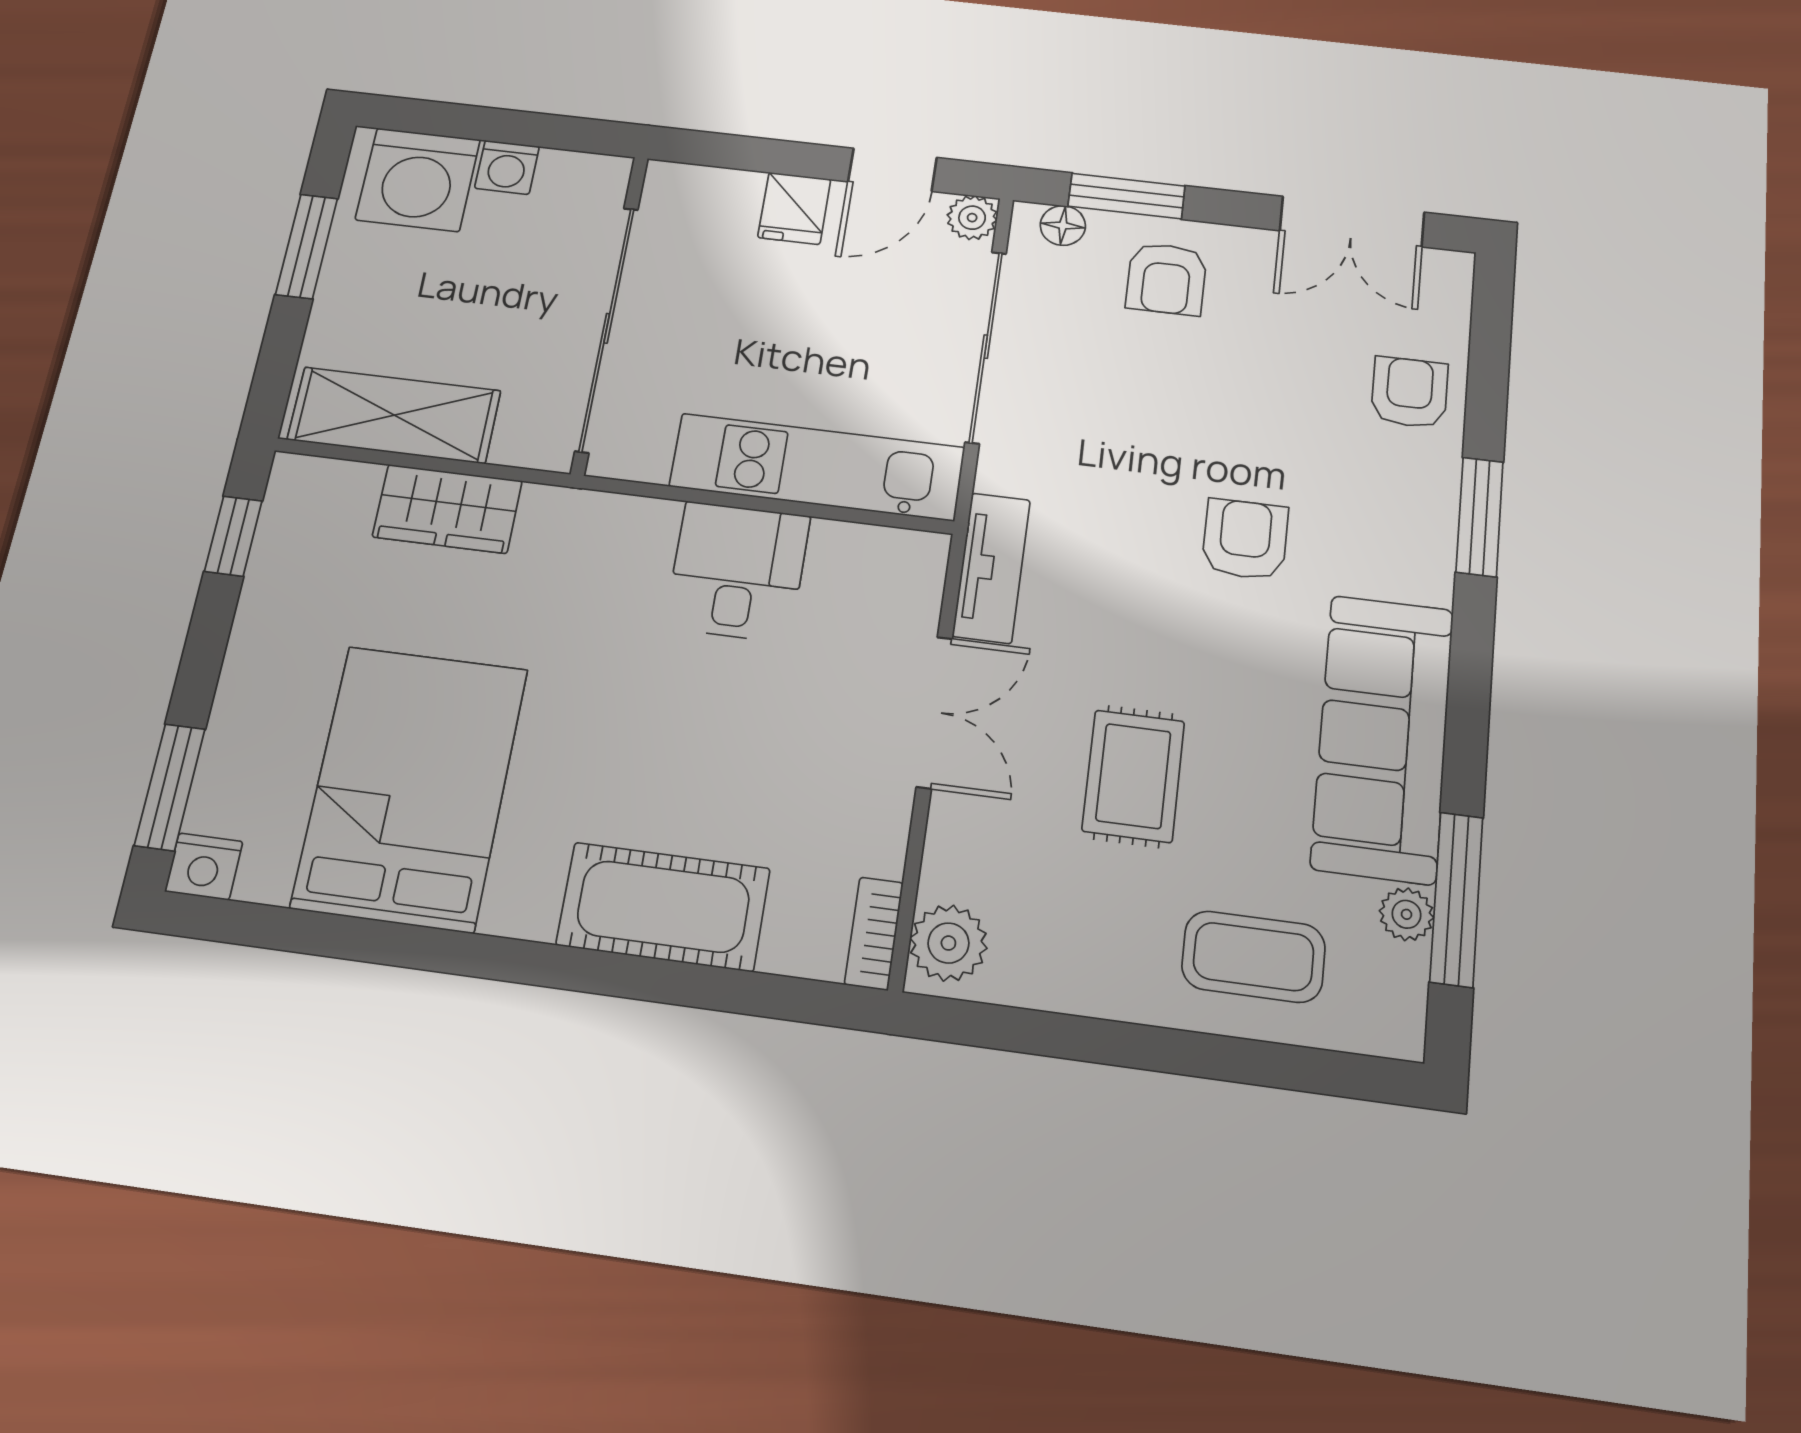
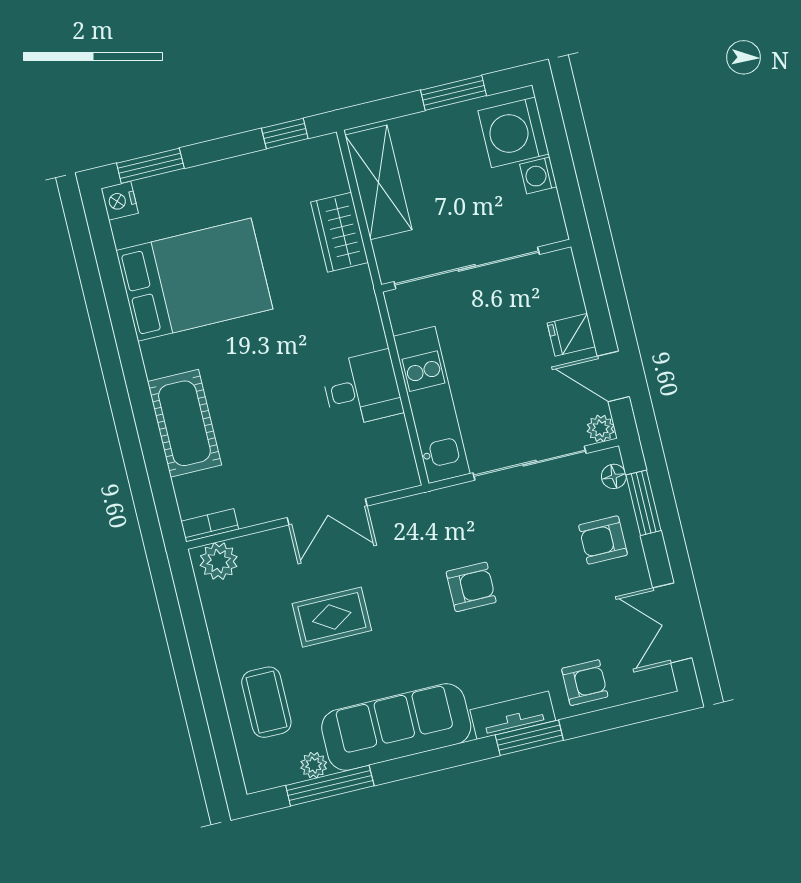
armchair: (1245, 539) -> (471, 587), moved
tv unit: (991, 568) -> (513, 715), moved, turned 180

